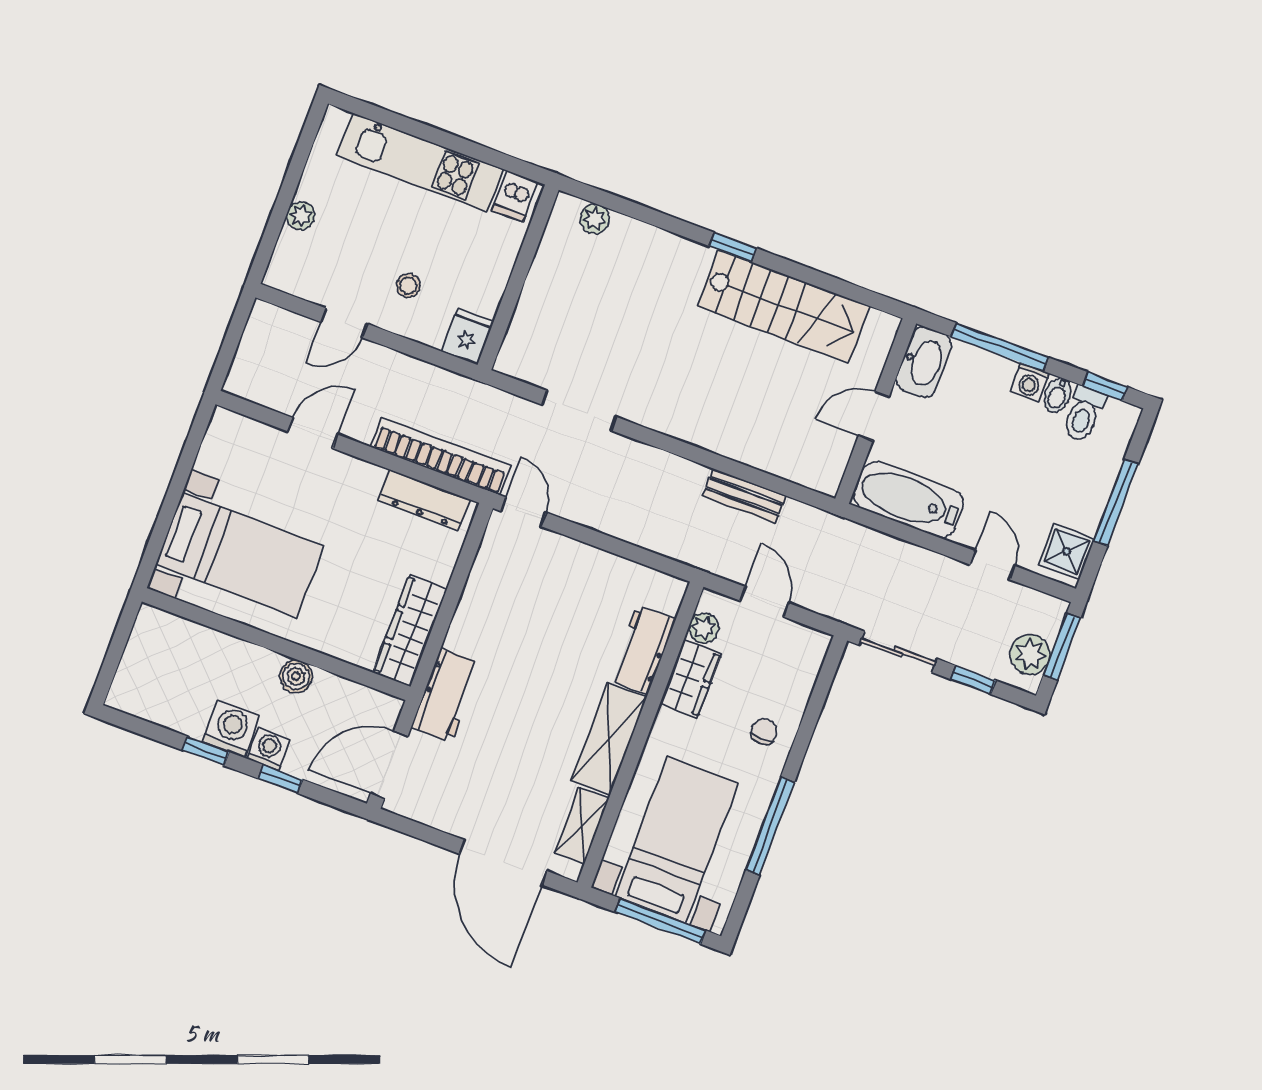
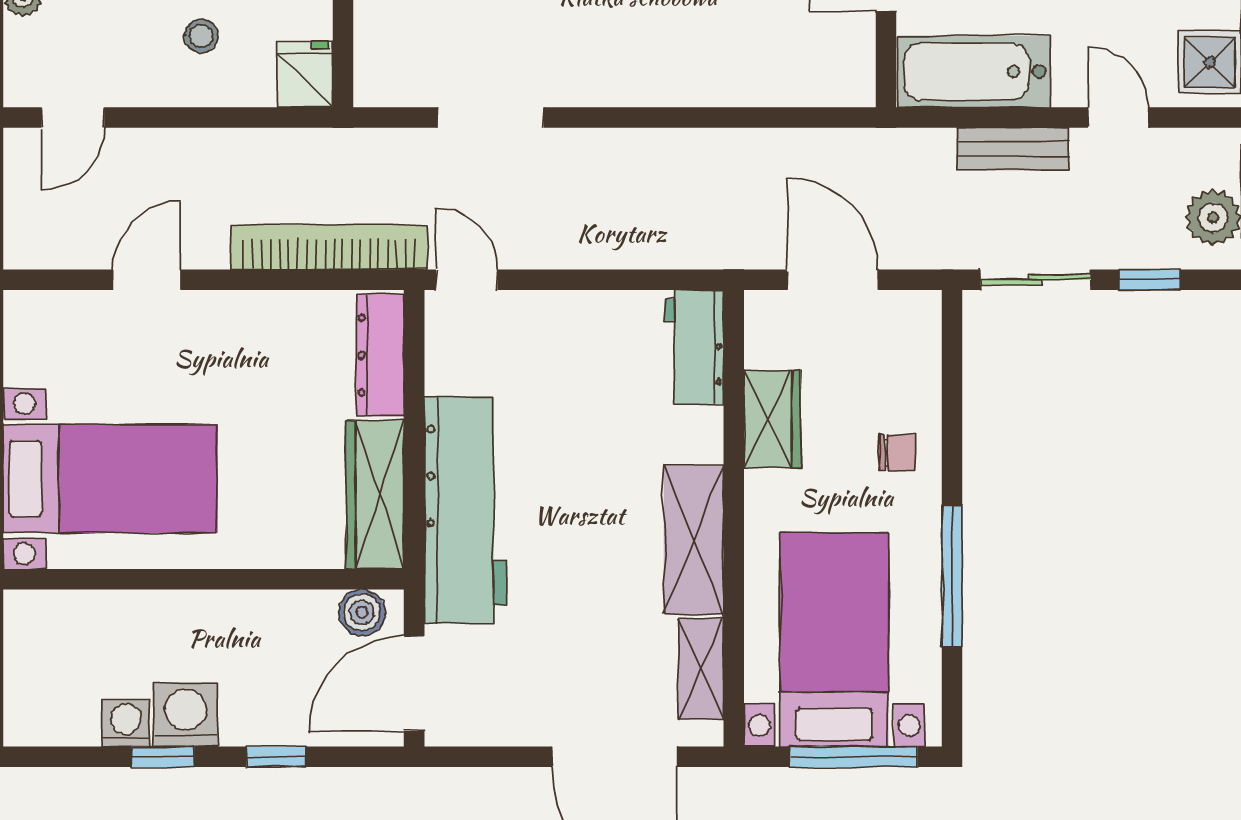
door: (344, 323) -> (73, 117), moved
bench: (744, 496) -> (1013, 149), moved
dresser: (424, 500) -> (380, 355), moved, turned 90
door: (764, 602) -> (833, 280), width x1.38
plant: (704, 628) -> (765, 345), removed
workbench: (643, 650) -> (694, 347), moved
boiler: (296, 676) -> (362, 612), moved
workbench: (446, 695) -> (466, 510), width x1.88, depth x1.32
chair: (764, 732) -> (897, 453), turned 90
washing machine: (268, 749) -> (126, 723), moved

